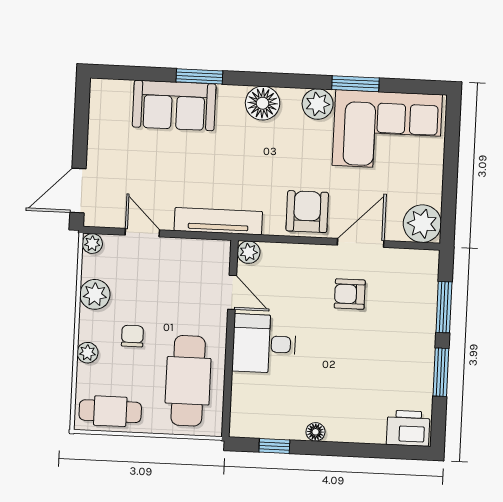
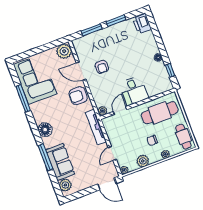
window: (199, 76) -> (45, 157), width x1.44
window: (355, 84) -> (23, 98), width x1.44
plant: (318, 104) -> (65, 185), moved

